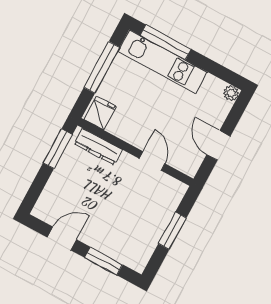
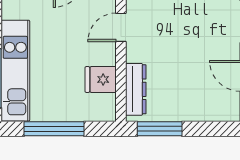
fridge: (100, 113) -> (101, 79), moved

